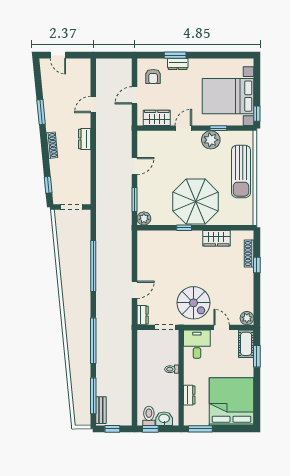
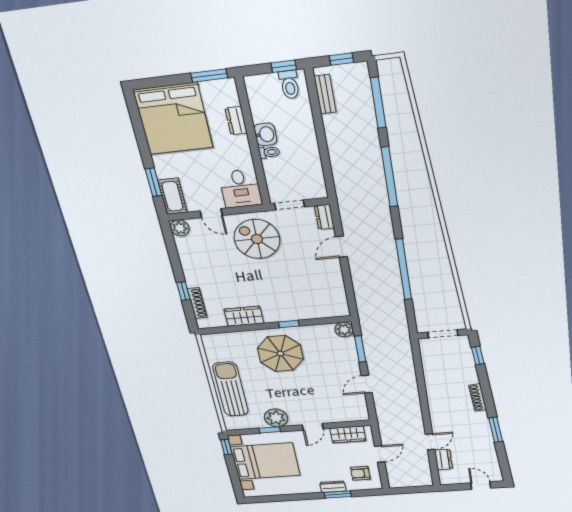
armchair: (153, 76) -> (360, 473), turned -90
dresser: (85, 139) -> (444, 459), moved
parasol: (196, 202) -> (280, 354), width x0.73, depth x0.73
bench: (101, 410) -> (325, 94), moved
washbasin: (164, 419) -> (265, 134), moved, turned -90

